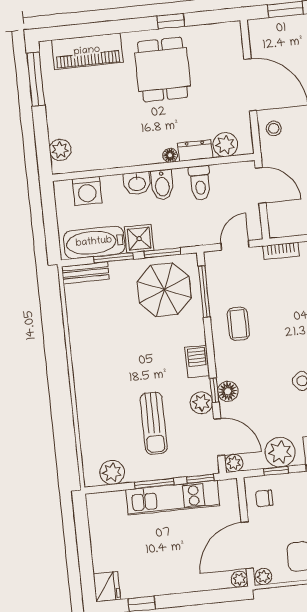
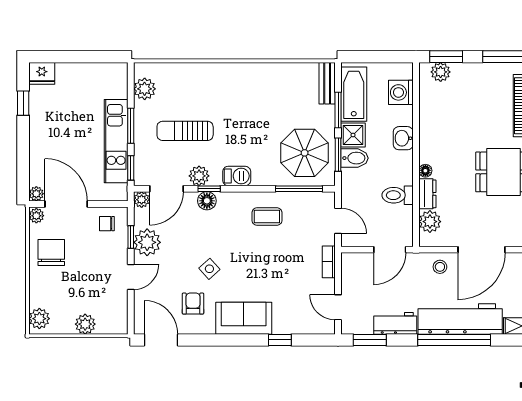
window: (43, 145) -> (446, 57), added
bidet: (162, 185) -> (354, 158), moved, turned 180
chair: (264, 498) -> (107, 224), turned -90

